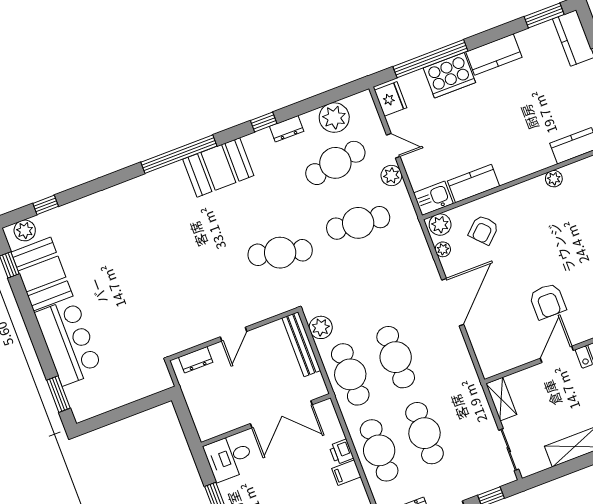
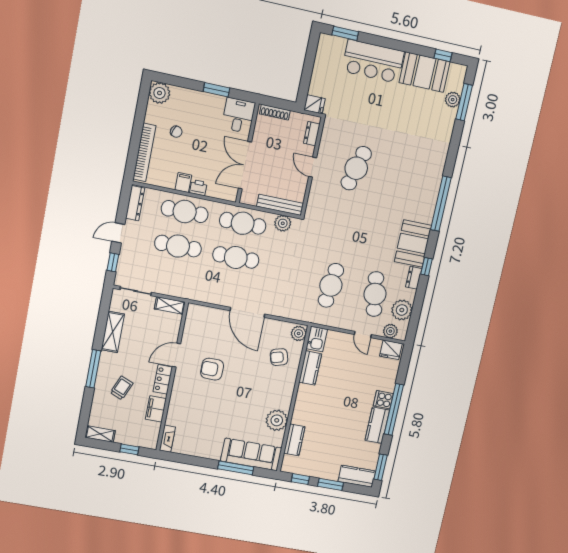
window: (430, 59) -> (394, 410), moved
cooker: (449, 75) -> (383, 400), width x0.53, depth x0.76
door: (393, 146) -> (363, 335), hinge flipped
booth: (218, 167) -> (413, 243), moved
plant: (391, 176) -> (390, 331), moved
plant: (554, 179) -> (277, 420), width x1.88, depth x1.88
window: (46, 205) -> (464, 102), width x2.17
plant: (25, 230) -> (453, 100), moved
armchair: (483, 230) -> (279, 357), turned -63
plant: (443, 249) -> (283, 326), removed
cafe table: (280, 253) -> (356, 168), moved
door: (557, 354) -> (176, 355), swing flipped
fridge: (160, 378) -> (314, 104), added
shoe rack: (199, 418) -> (275, 112), added

